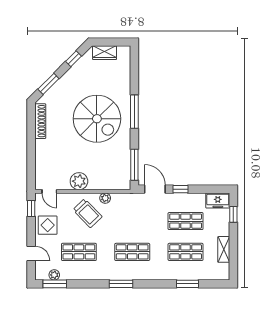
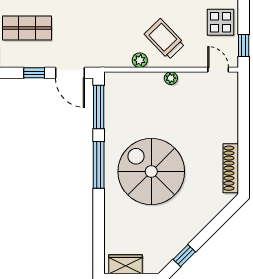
wardrobe: (105, 53) -> (125, 264), moved
window: (48, 84) -> (219, 221), removed
window: (134, 112) -> (99, 165), moved
plant: (79, 181) -> (171, 78), width x0.53, depth x0.53

